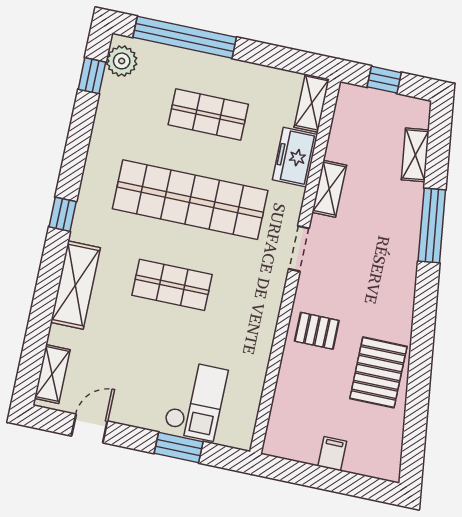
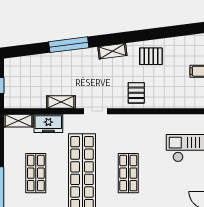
shelving: (415, 155) -> (112, 51), moved
pallet: (378, 372) -> (151, 56), width x0.67, depth x0.71

